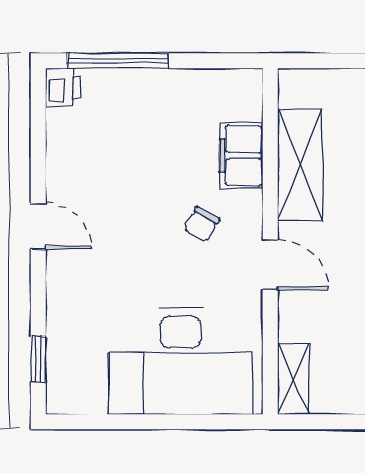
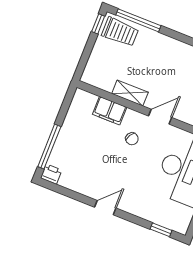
shelving: (300, 164) -> (130, 93), width x0.67, depth x0.75

